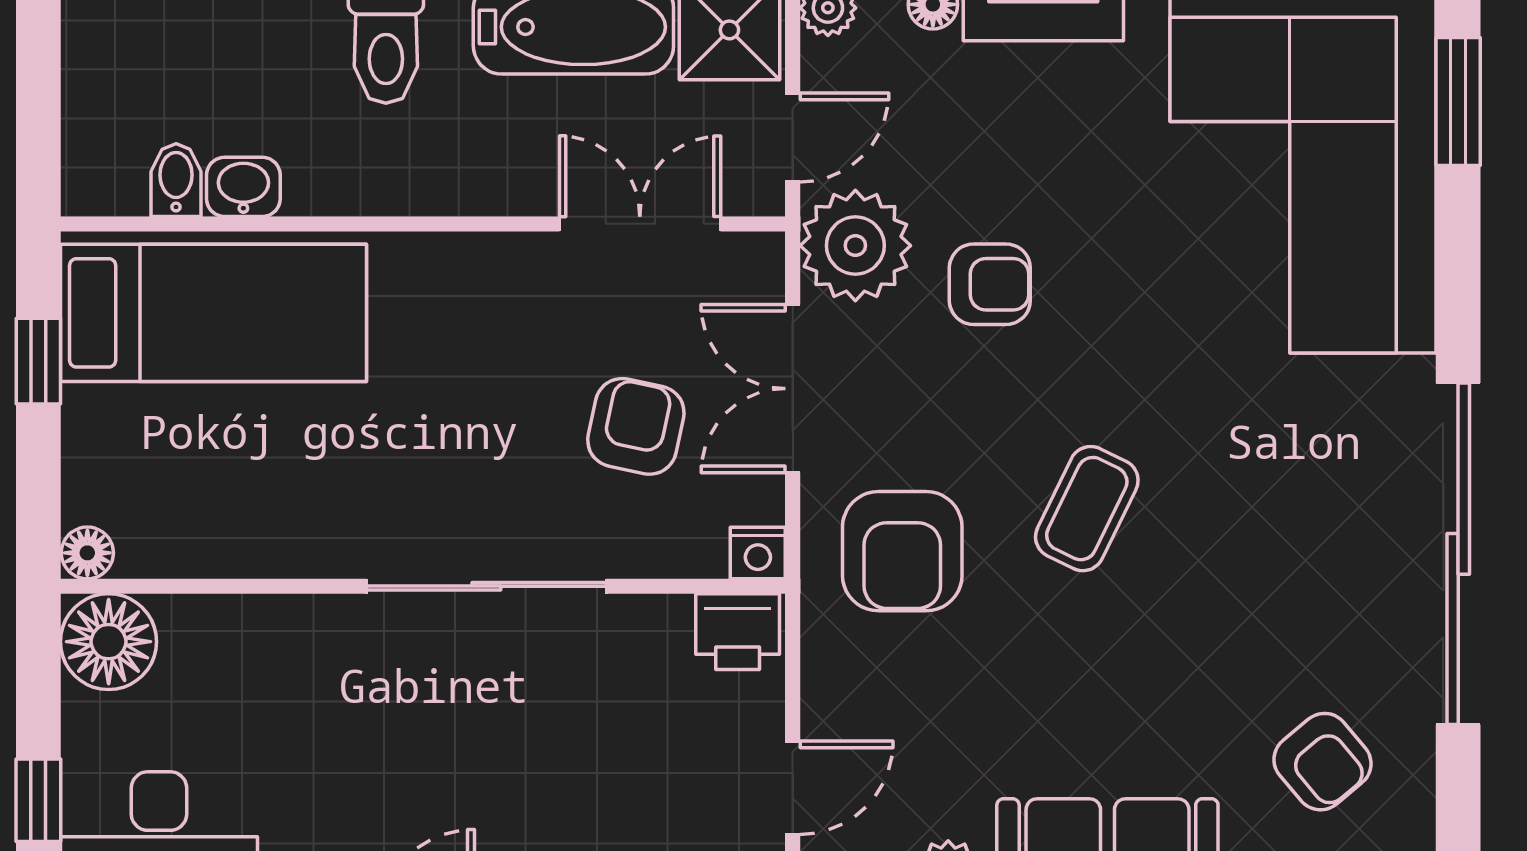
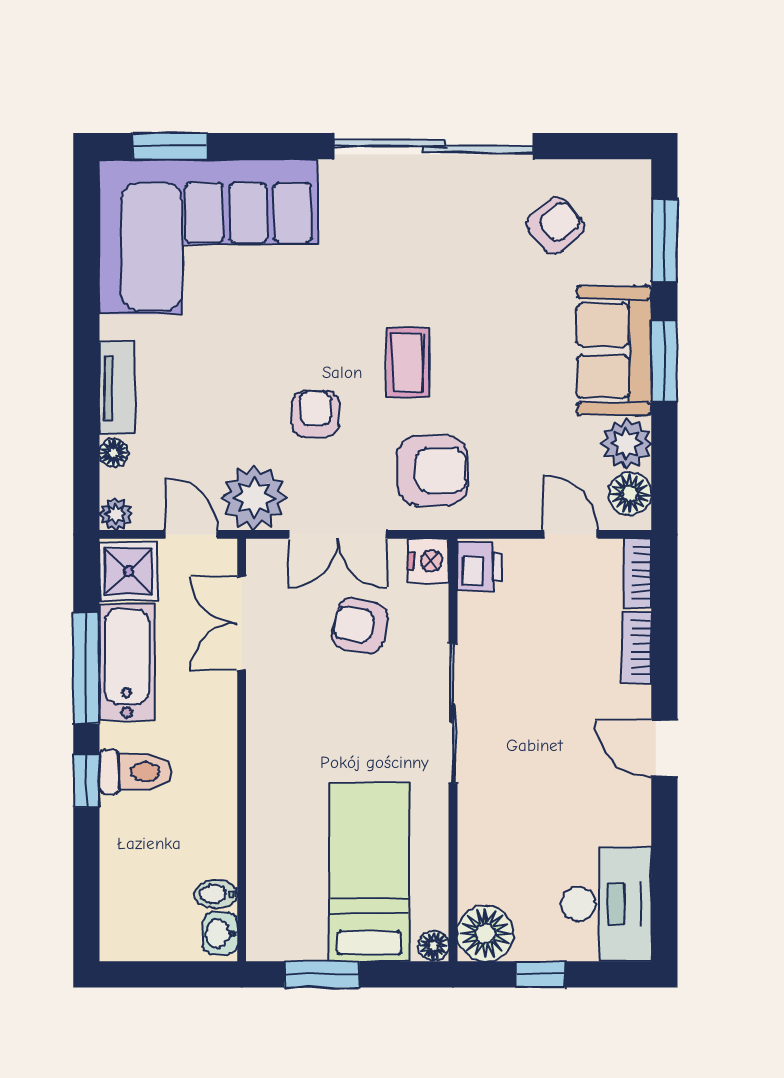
washbasin: (243, 187) -> (220, 933), moved
armchair: (990, 284) -> (315, 414), moved
bed: (213, 313) -> (369, 872), moved
window: (38, 361) -> (322, 974), width x1.50
coffee table: (1087, 509) -> (408, 363), turned 64
nightstand: (758, 553) -> (428, 561), width x1.39, depth x1.35
window: (38, 800) -> (540, 974), moved

